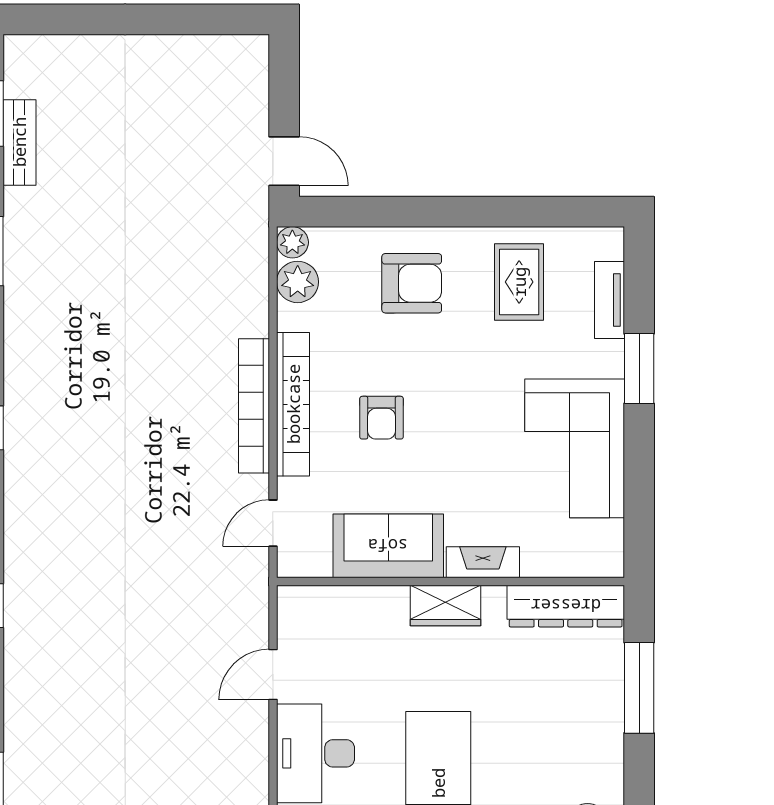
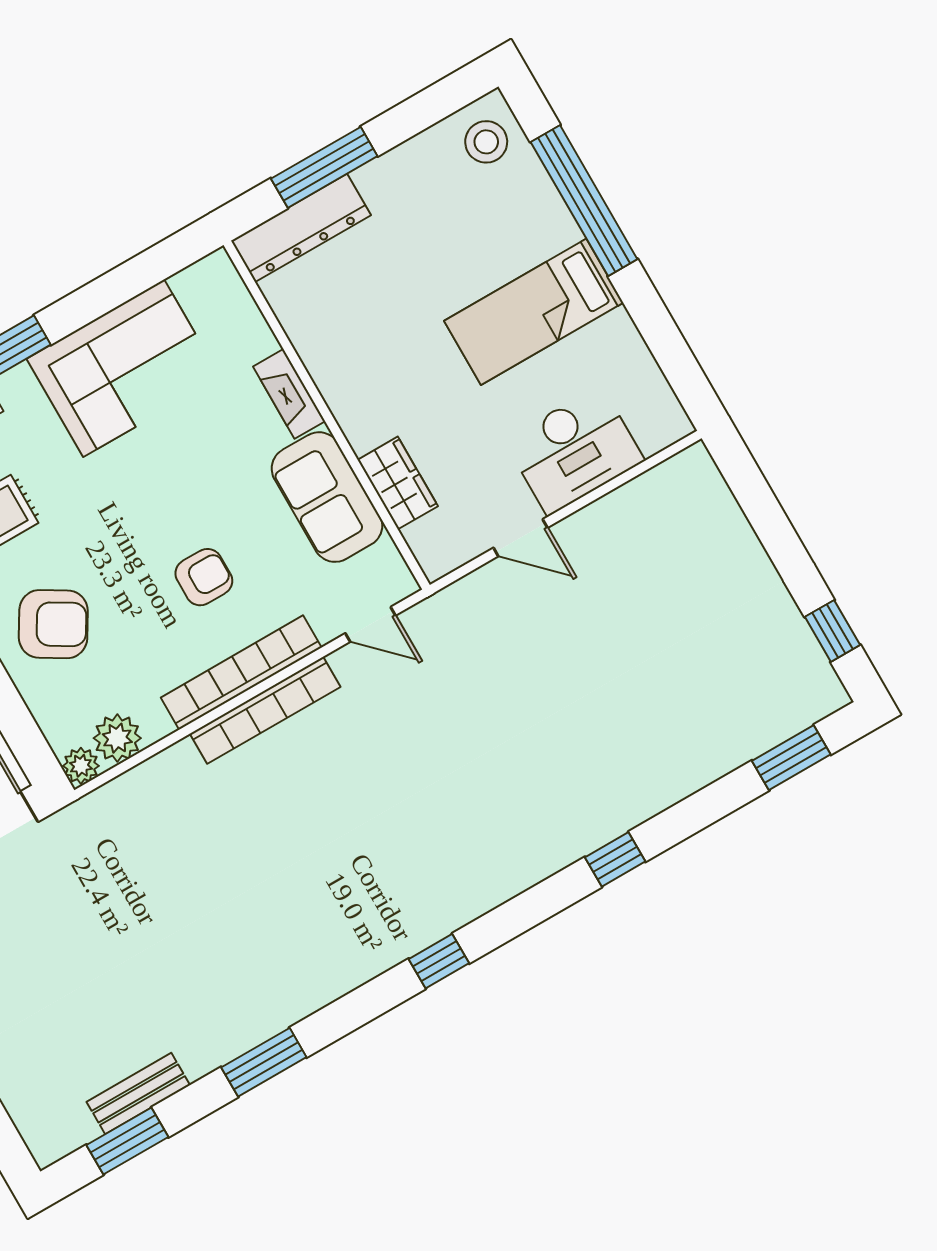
armchair: (412, 283) -> (53, 624), turned 121
wardrobe: (446, 606) -> (398, 483), moved
dresser: (566, 606) -> (301, 228), moved, turned 90

